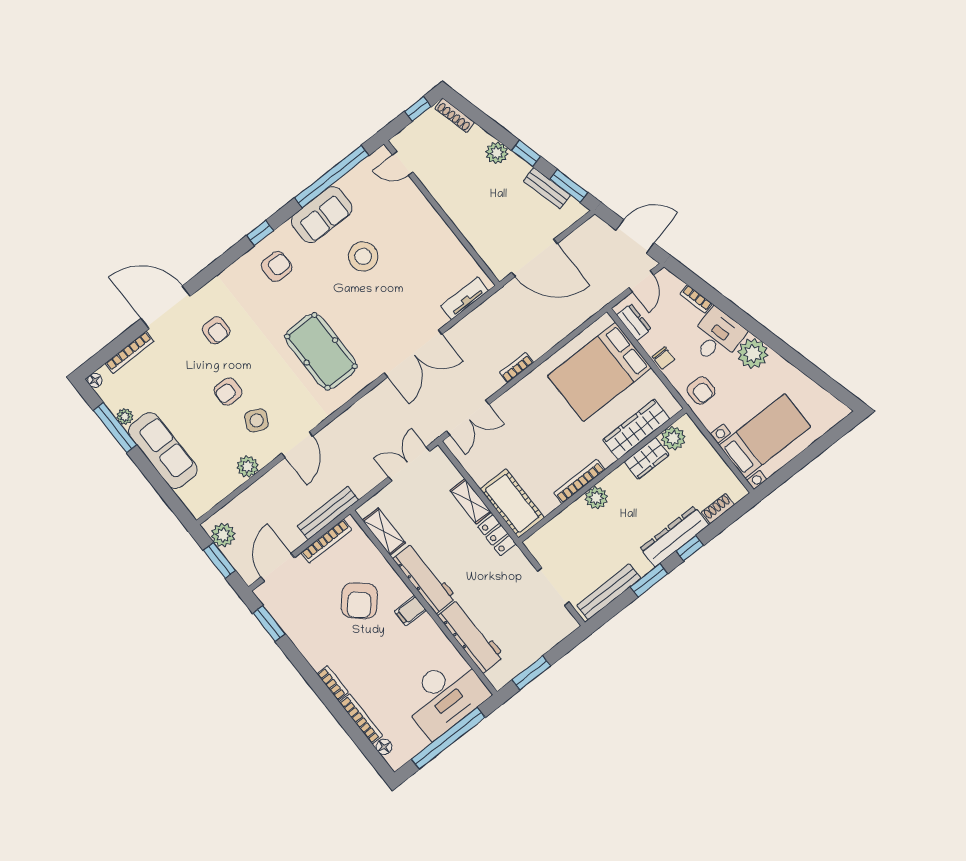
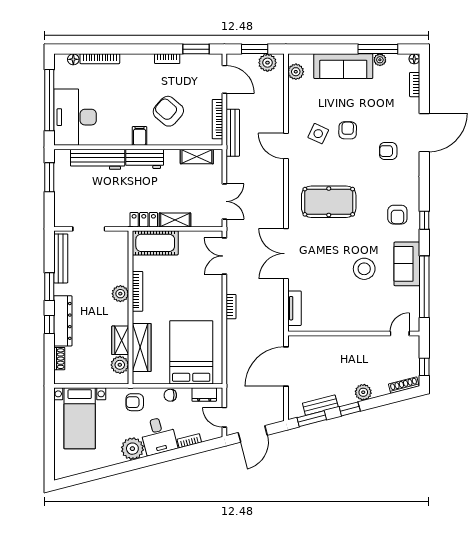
bookcase: (129, 352) -> (415, 85), width x0.64
plant: (248, 467) -> (296, 72), moved
workbench: (425, 578) -> (145, 159), width x0.73
bookcase: (333, 683) -> (167, 59), moved

